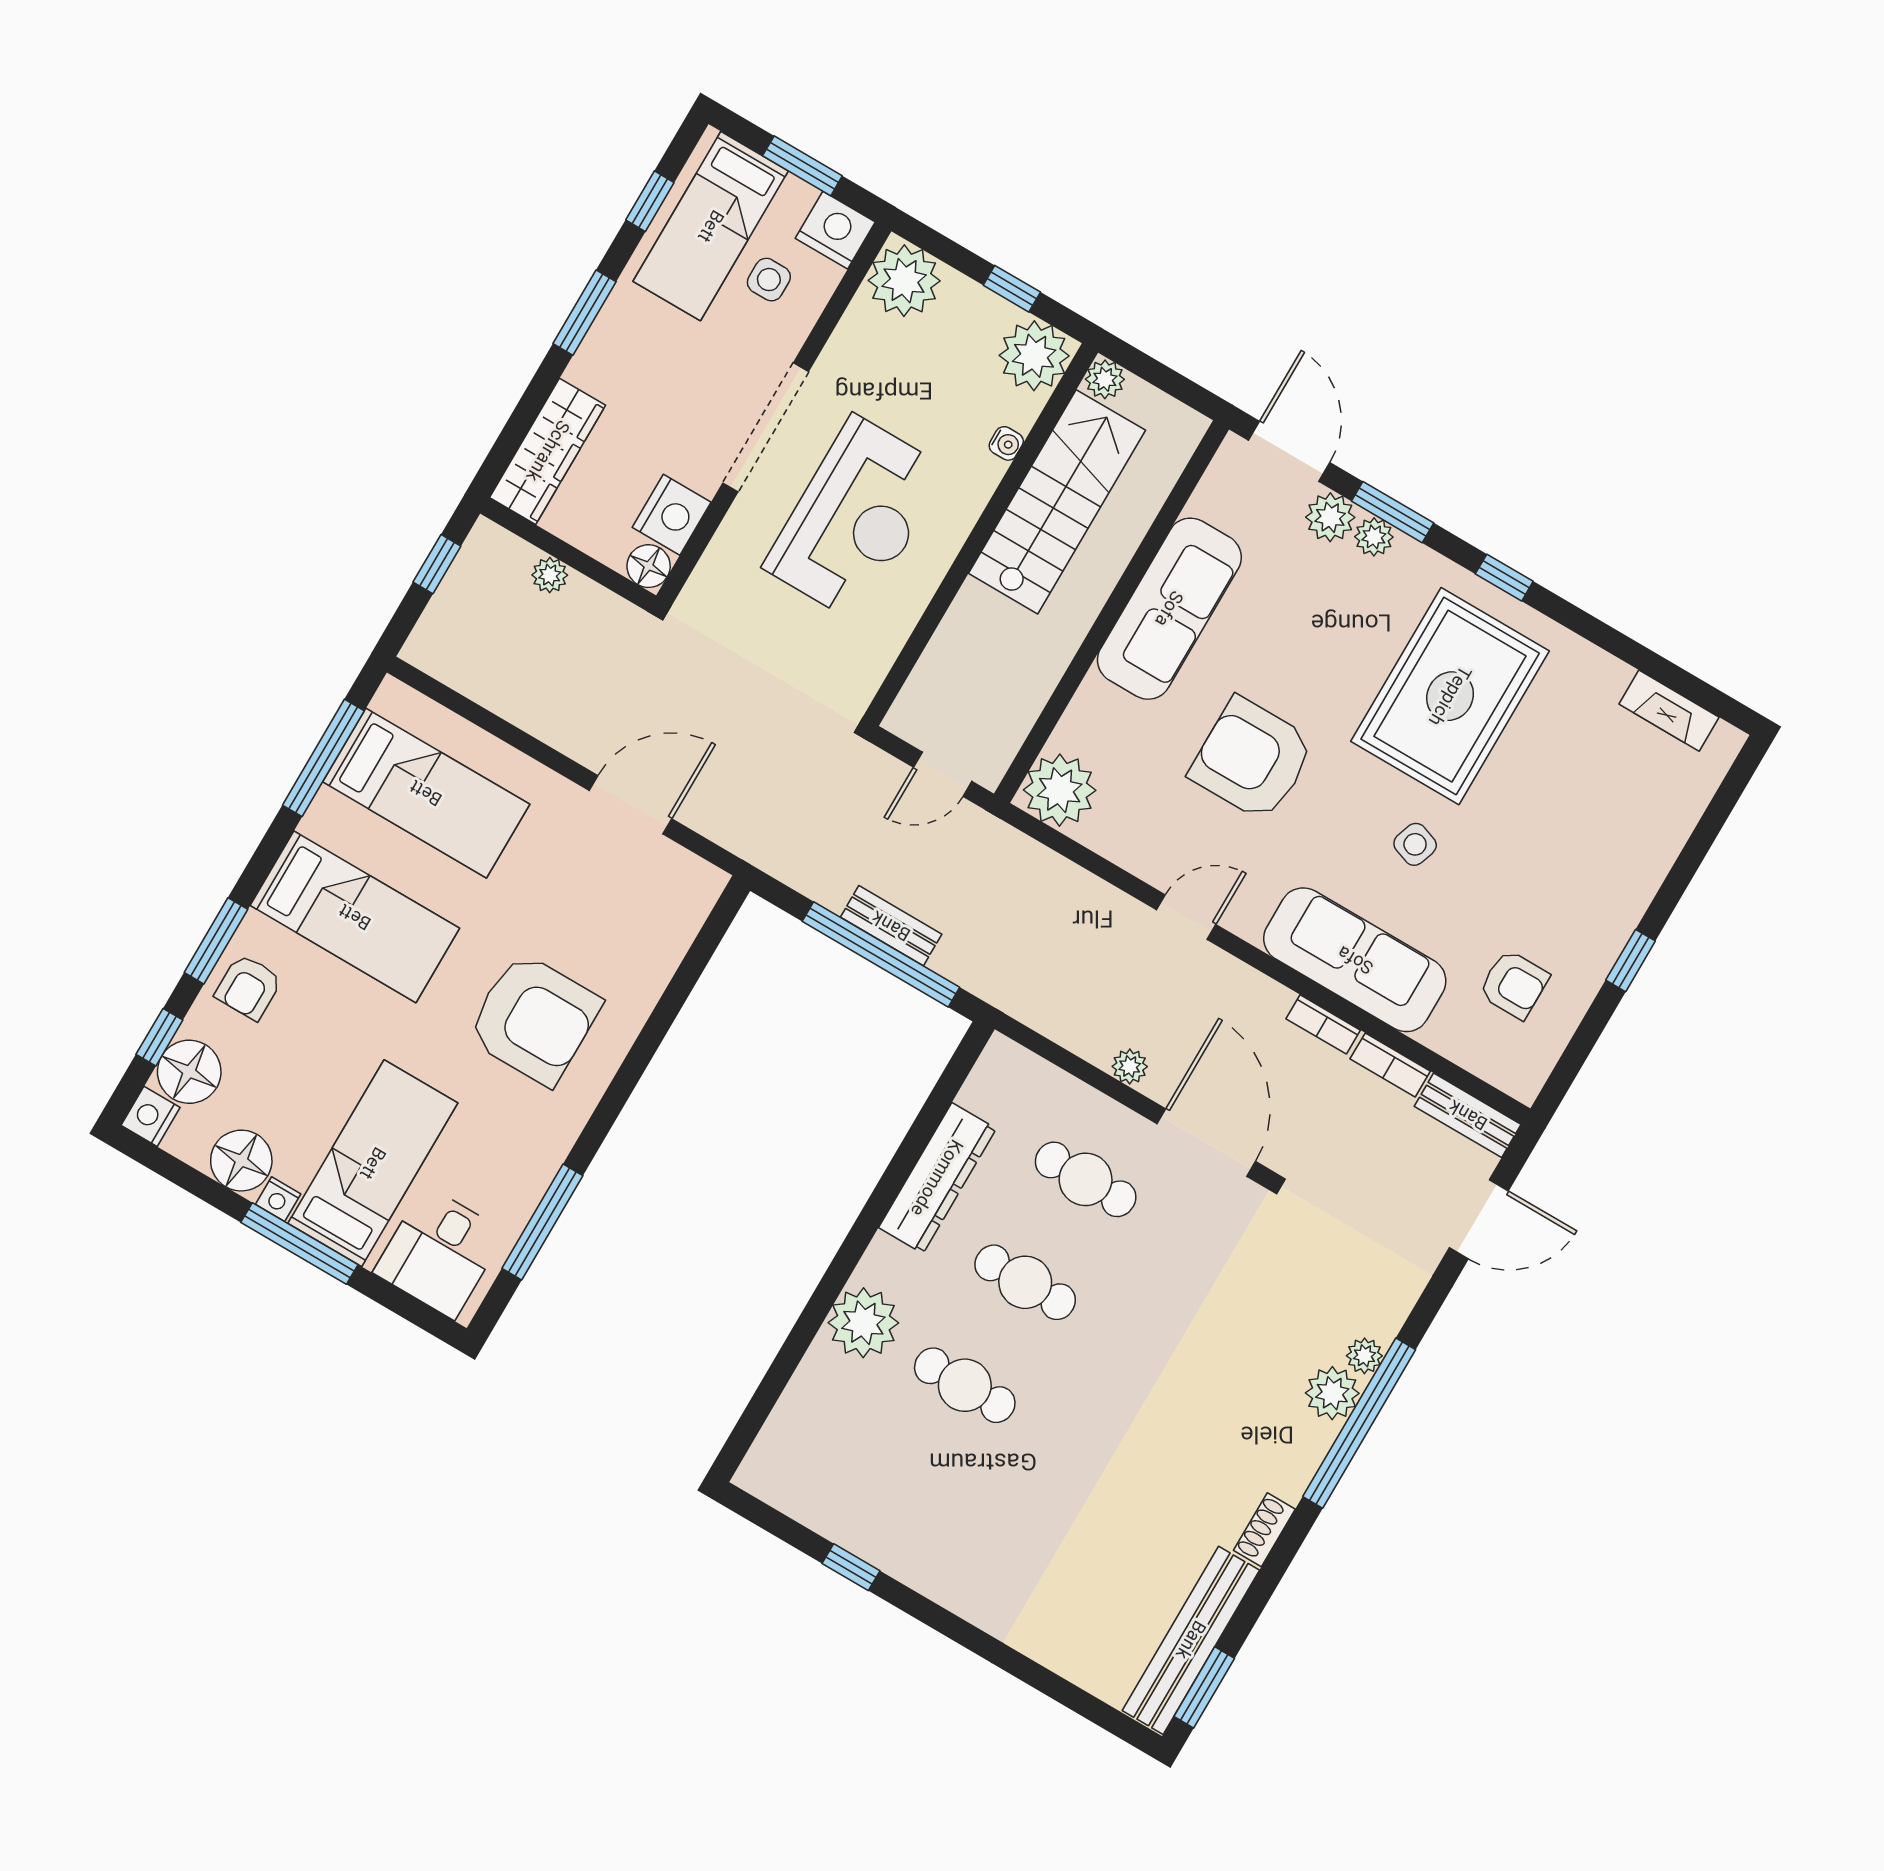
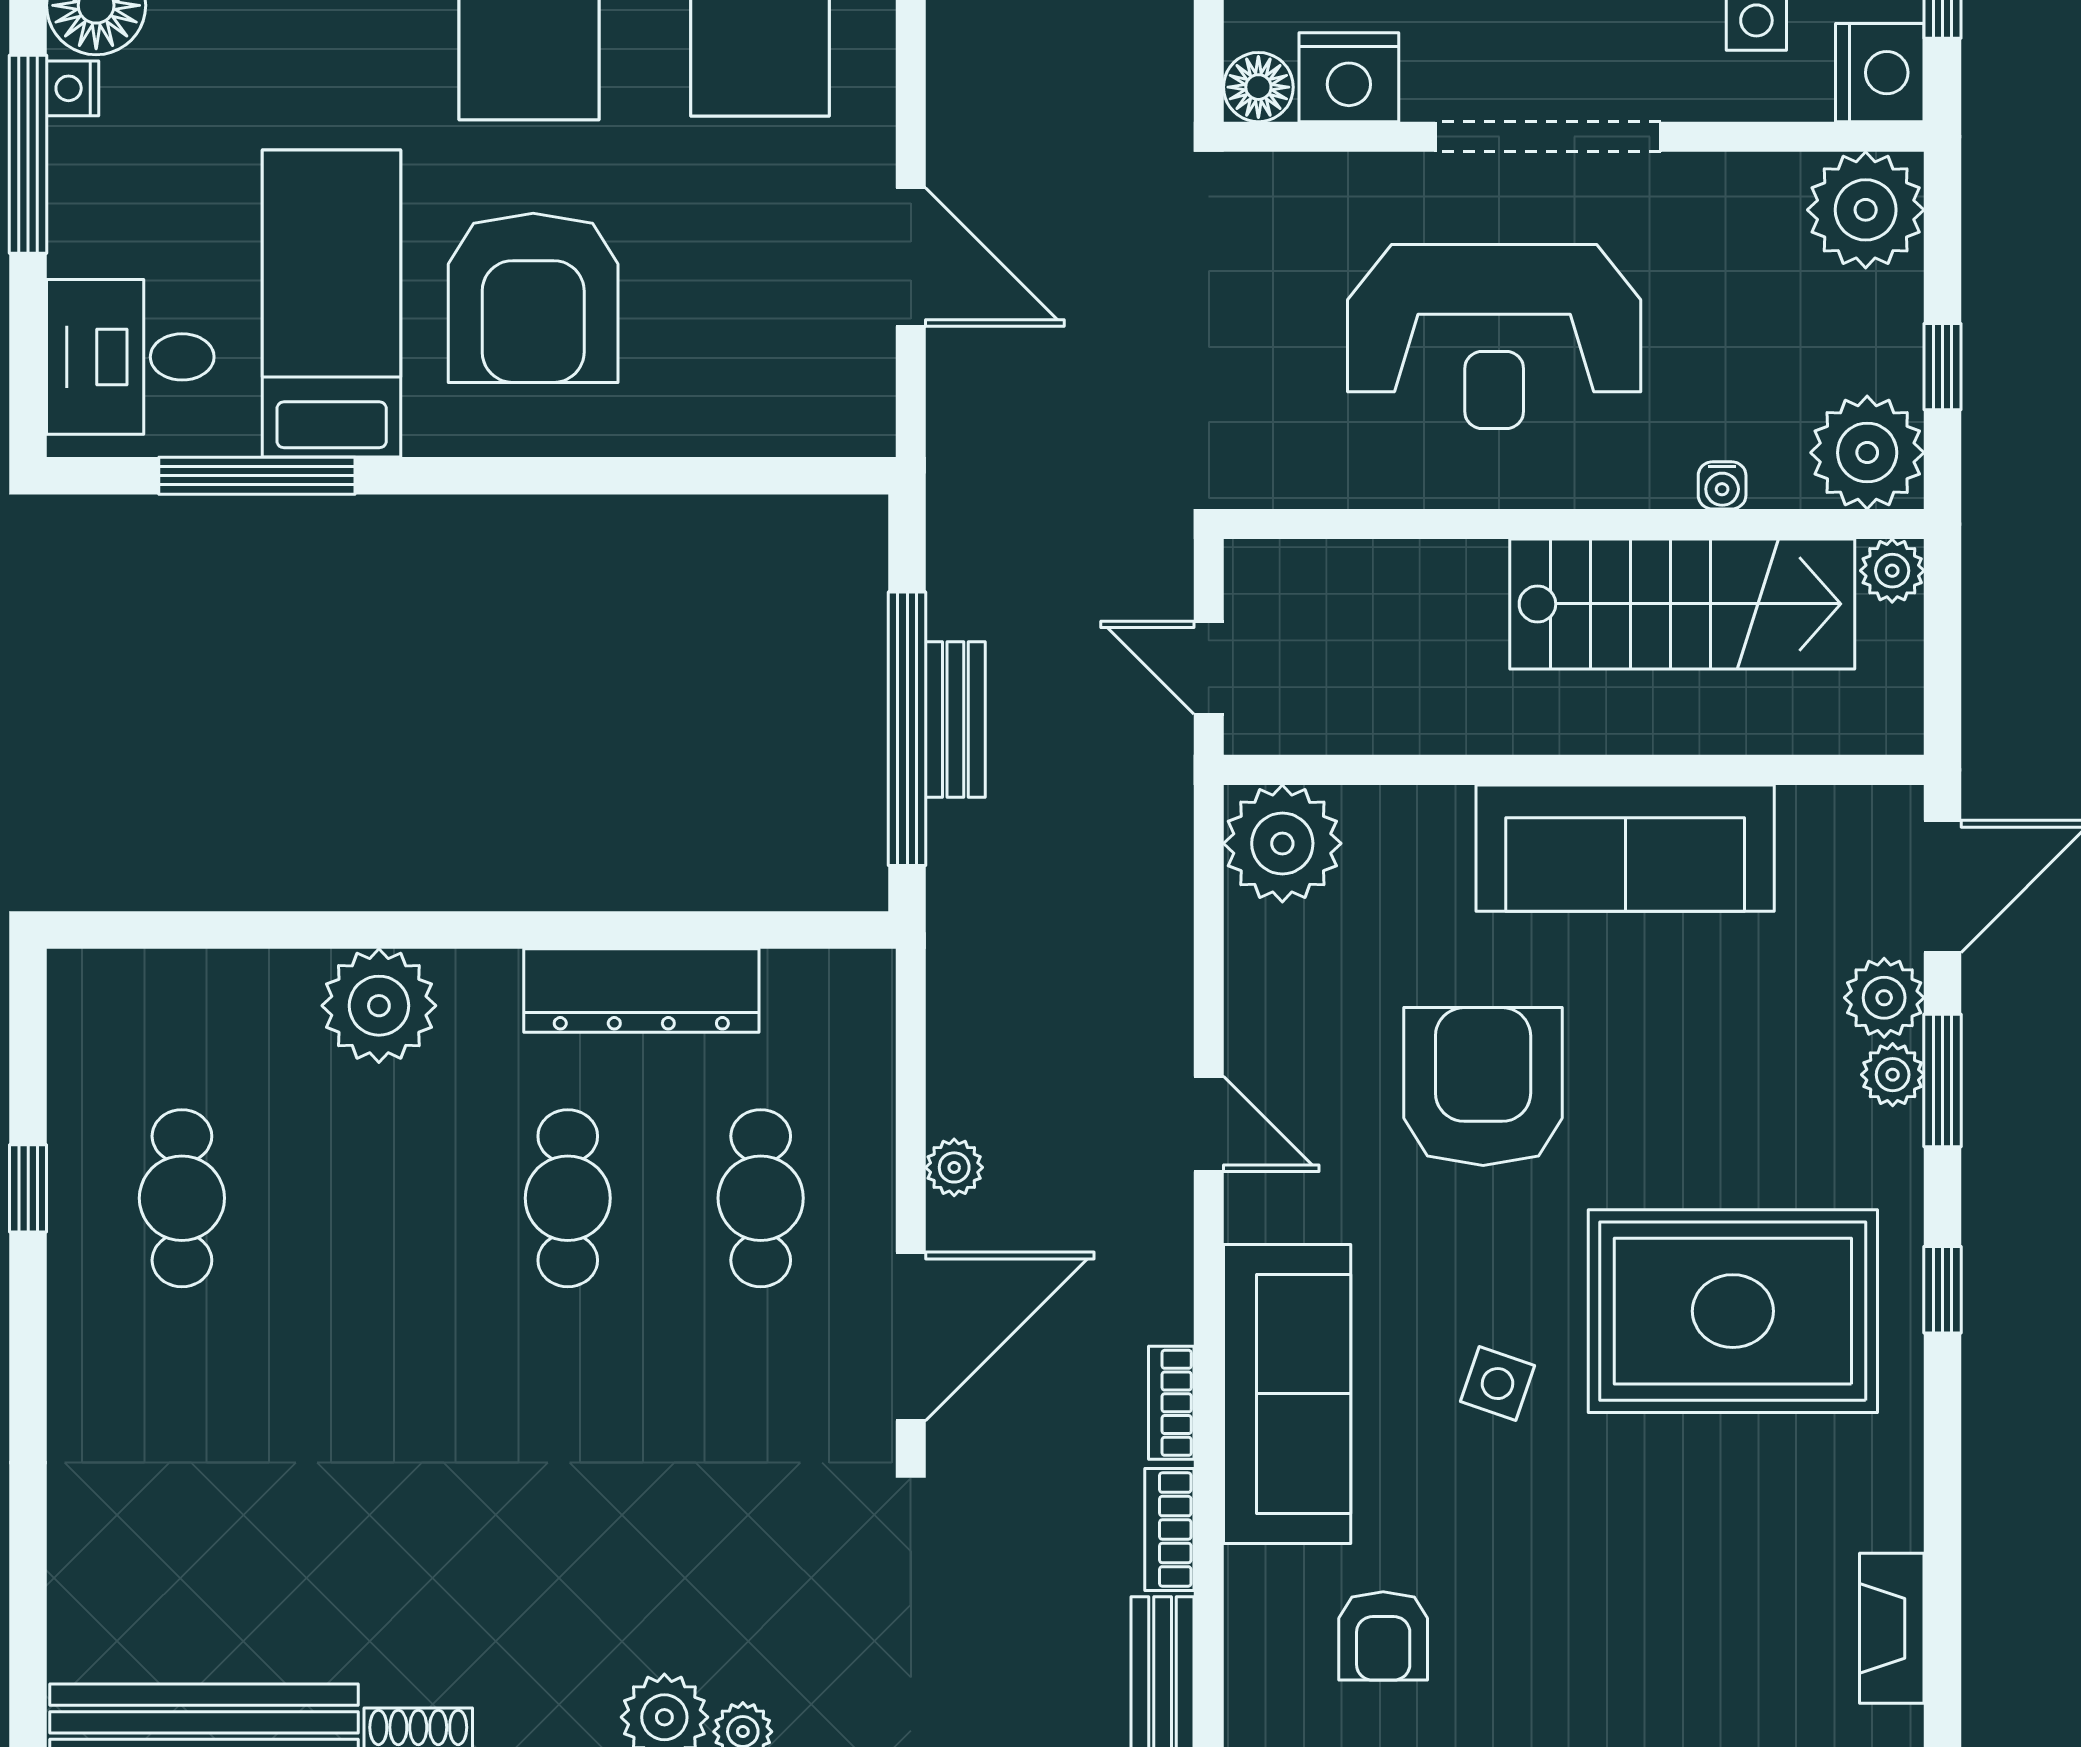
bed: (373, 1163) -> (332, 303), moved, turned -90
cafe table: (965, 1385) -> (182, 1198), moved

